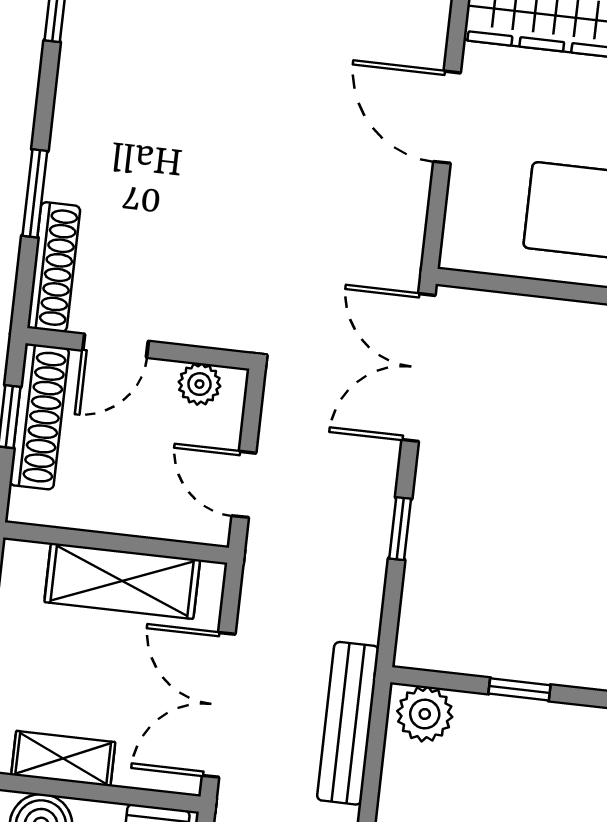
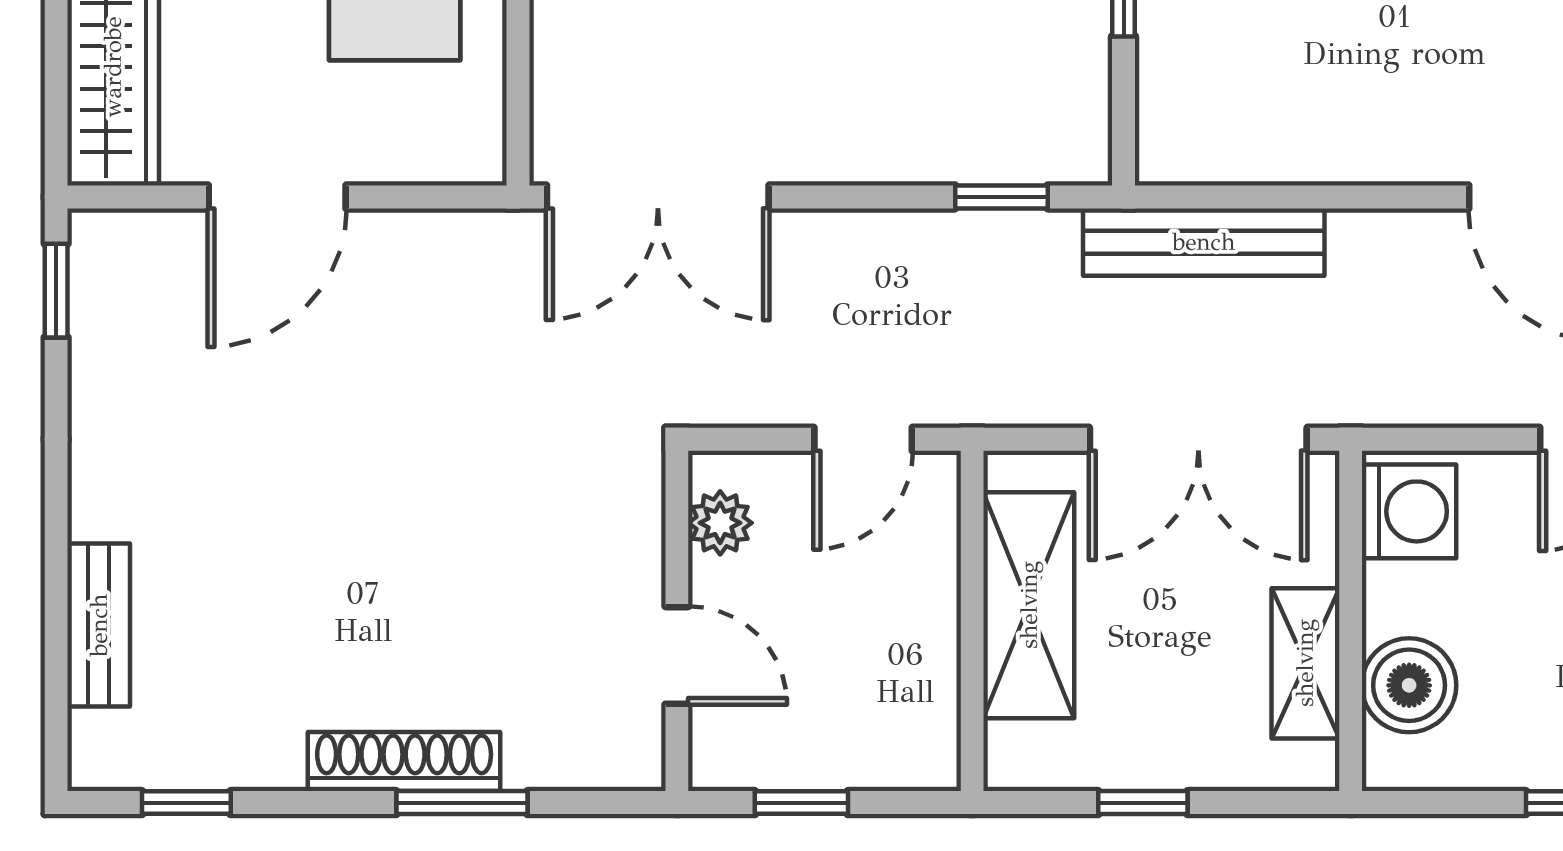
shoe rack: (54, 267) -> (404, 761), moved
shoe rack: (39, 417) -> (796, 758), removed
window: (400, 529) -> (1001, 197), moved
plant: (425, 714) -> (1177, 128), removed

